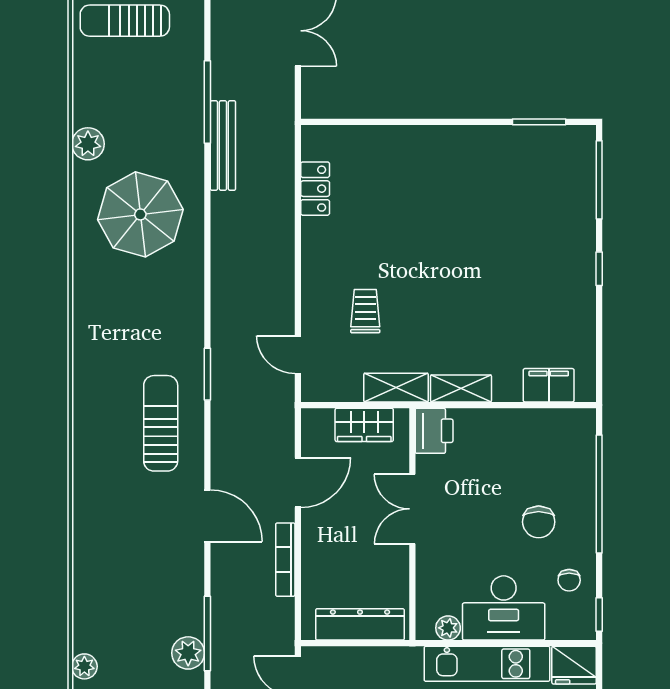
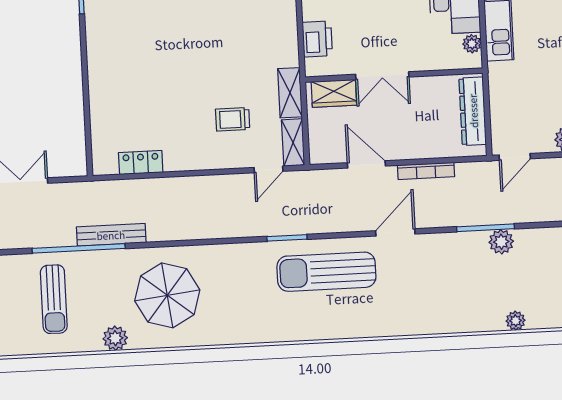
sun lounger: (125, 21) -> (54, 299), moved
window: (207, 102) -> (79, 248), width x1.46
shelving: (461, 388) -> (293, 142), moved
sun lounger: (161, 423) -> (326, 272), width x1.36, depth x1.34
wardrobe: (364, 425) -> (334, 93), moved, turned 90
printer: (434, 431) -> (317, 39), moved, turned 90

